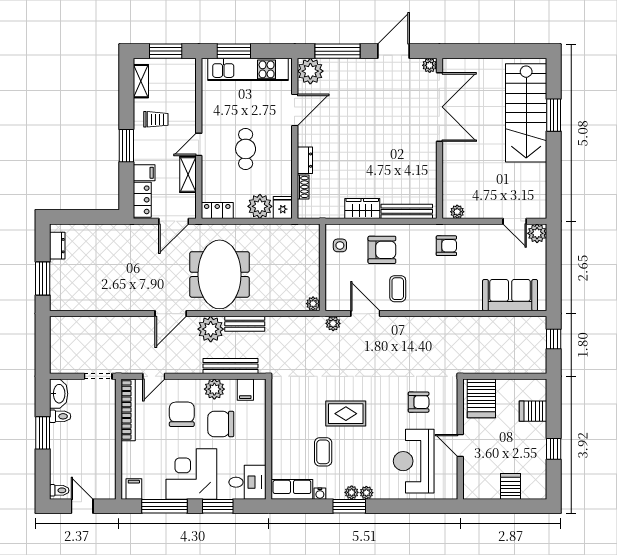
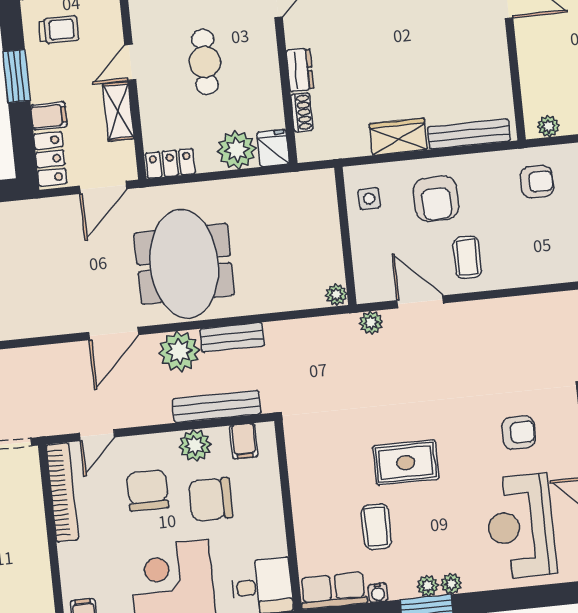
armchair: (382, 250) -> (436, 199), turned 89

